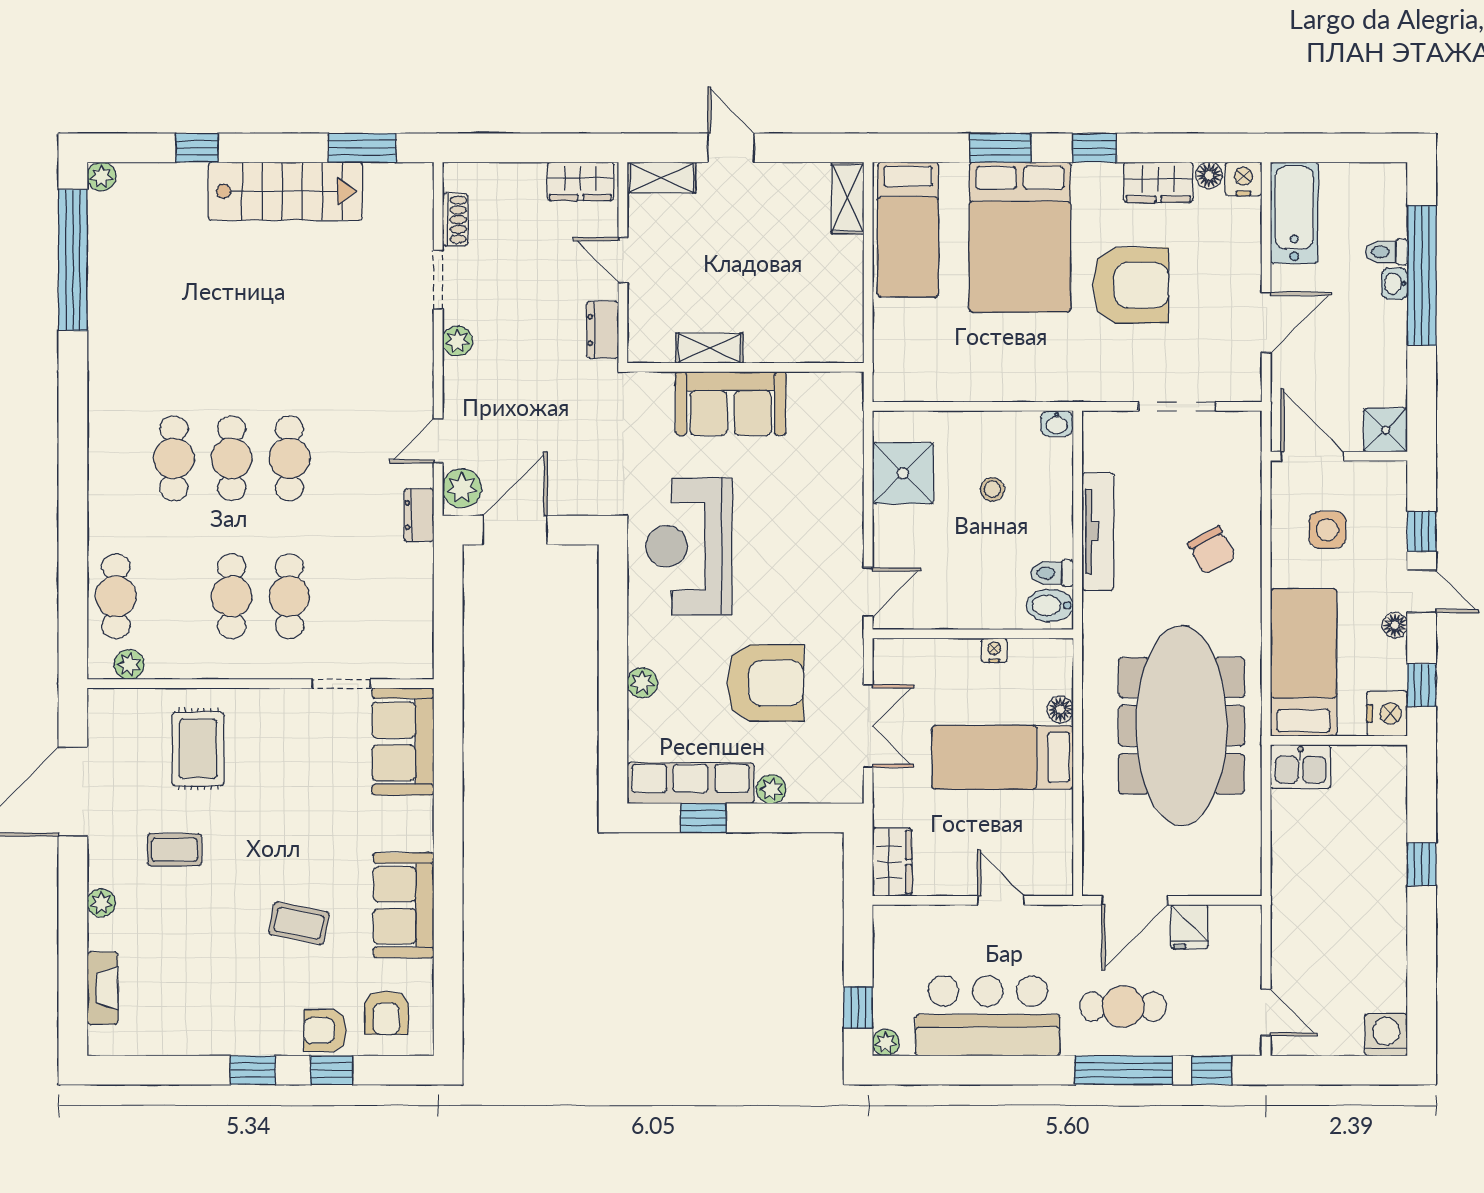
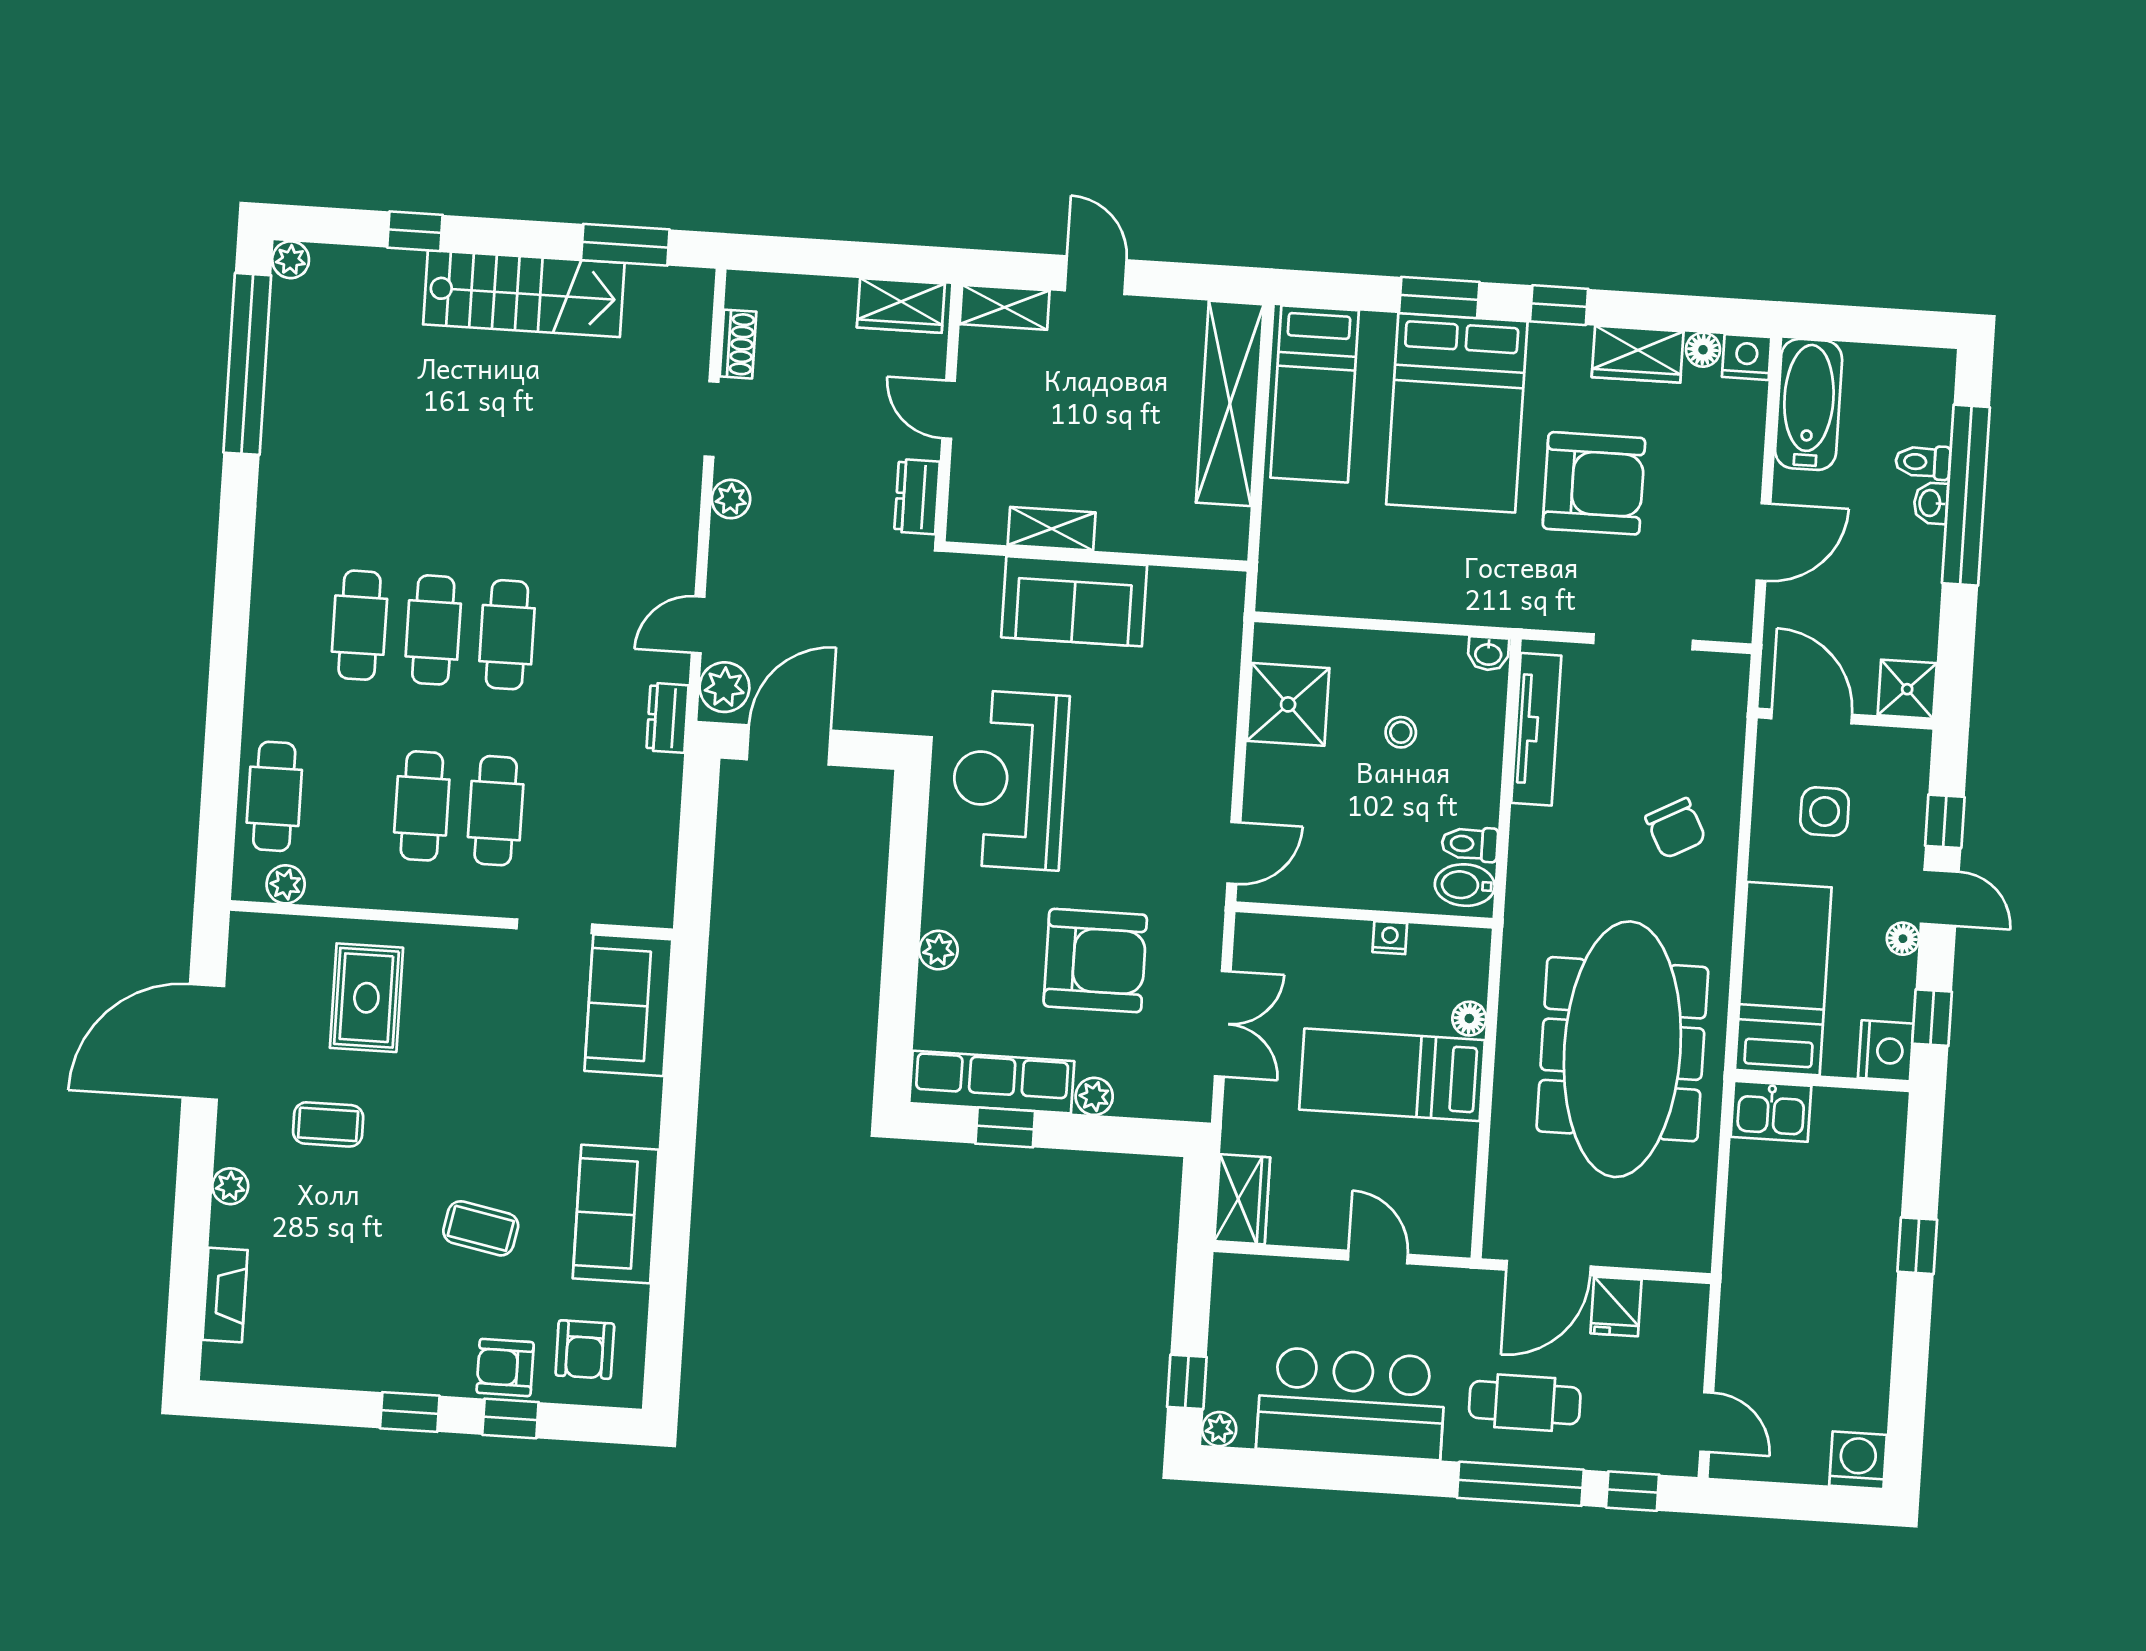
shelving: (848, 198) -> (1230, 403), width x2.20, depth x1.33
tv unit: (1098, 532) -> (1536, 729), moved

